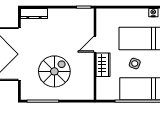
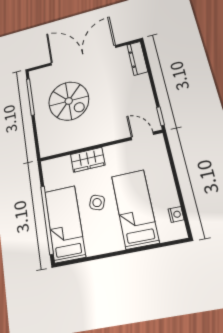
door: (95, 44) -> (142, 136), moved

